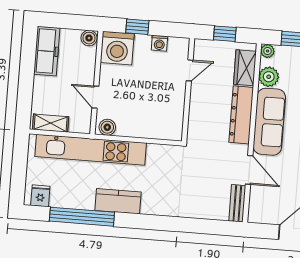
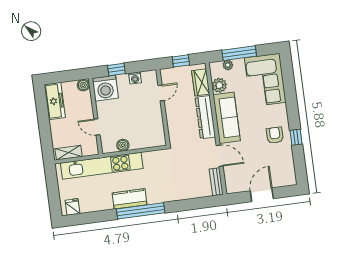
plant: (267, 51) -> (228, 65), moved
boiler: (107, 127) -> (123, 145), moved
window: (82, 217) -> (141, 211), moved

